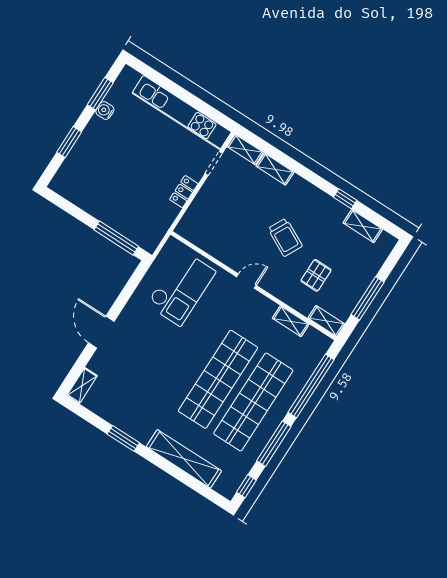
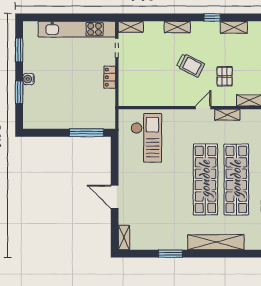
water cooler: (105, 111) -> (29, 79), moved
shelving: (275, 169) -> (177, 27), moved
door: (246, 281) -> (203, 108), moved

